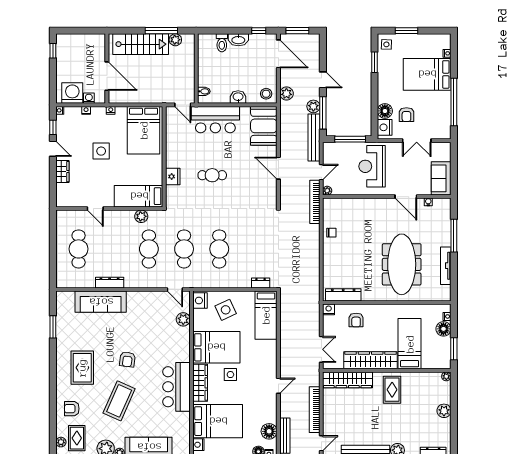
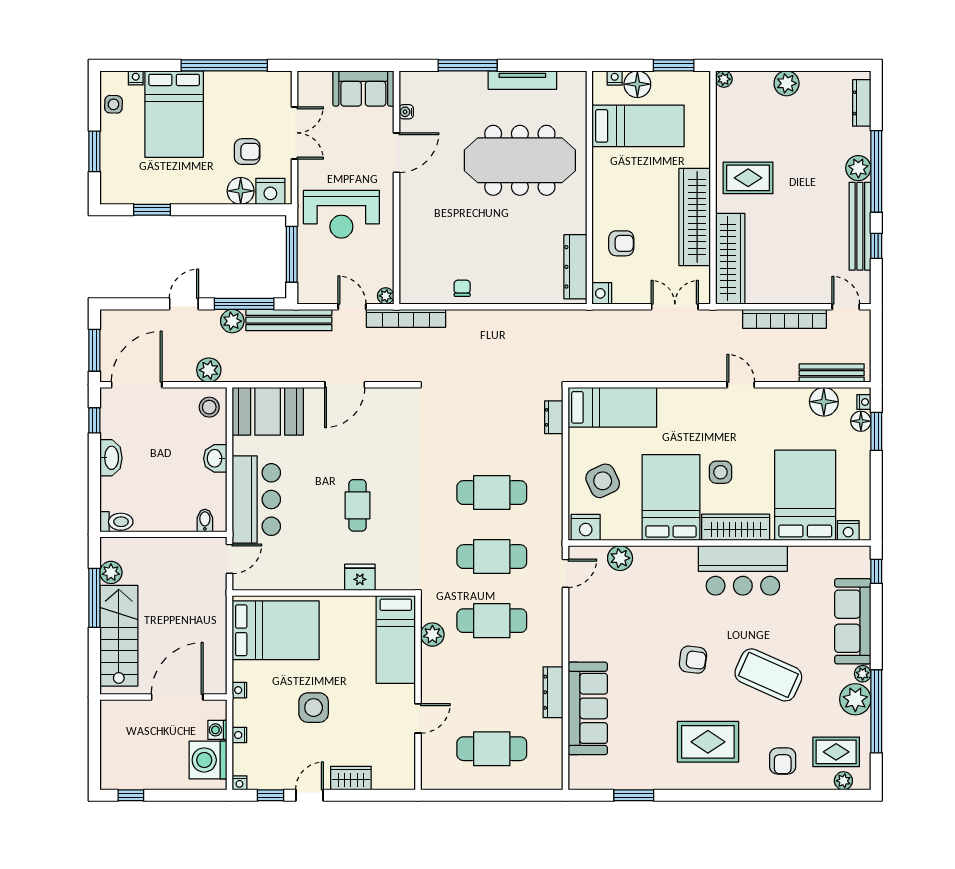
toilet: (222, 43) -> (116, 522), moved
side table: (386, 44) -> (113, 104), moved
bed: (410, 344) -> (638, 126), moved, turned 180

